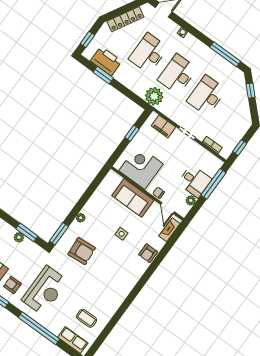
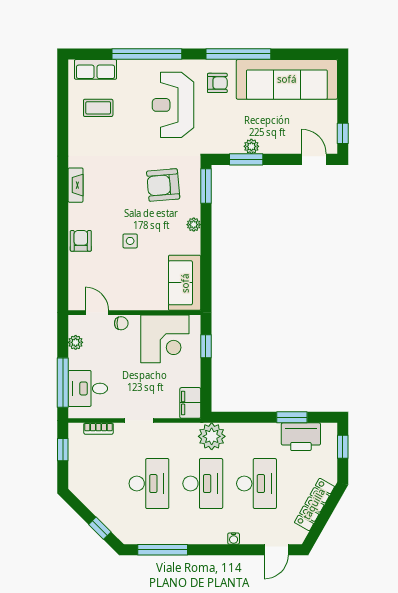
filing cabinet: (163, 126) -> (190, 403), moved, turned -90
window: (132, 133) -> (206, 346), moved
desk: (195, 181) -> (88, 388), moved
sofa: (133, 198) -> (185, 283), moved, turned -90
fireplace: (169, 230) -> (76, 185), moved

